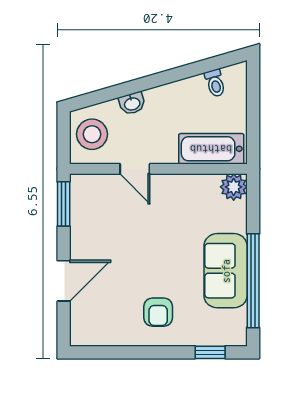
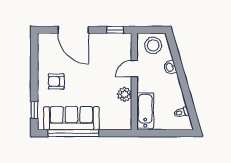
plant: (234, 187) -> (124, 94), moved
window: (64, 204) -> (115, 30), width x0.67
sofa: (226, 271) -> (71, 118), width x1.36
door: (64, 281) -> (73, 30), width x1.36

